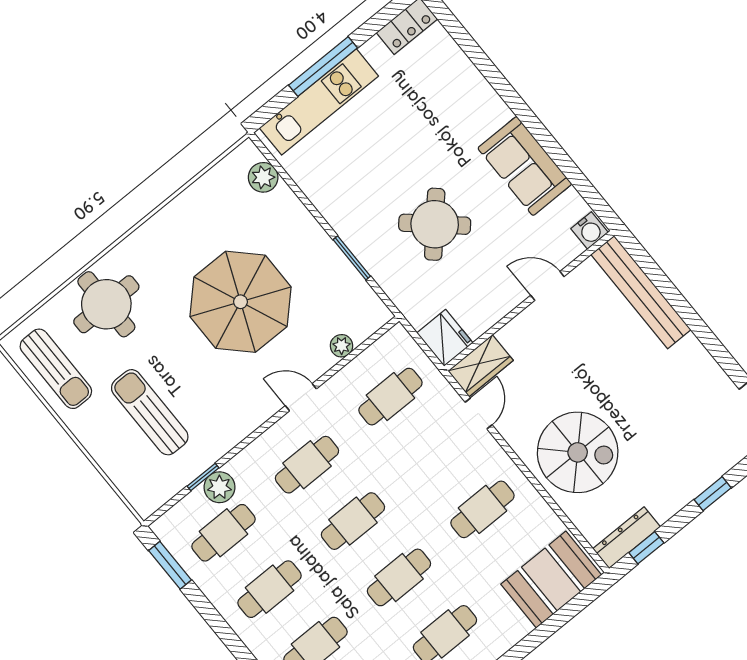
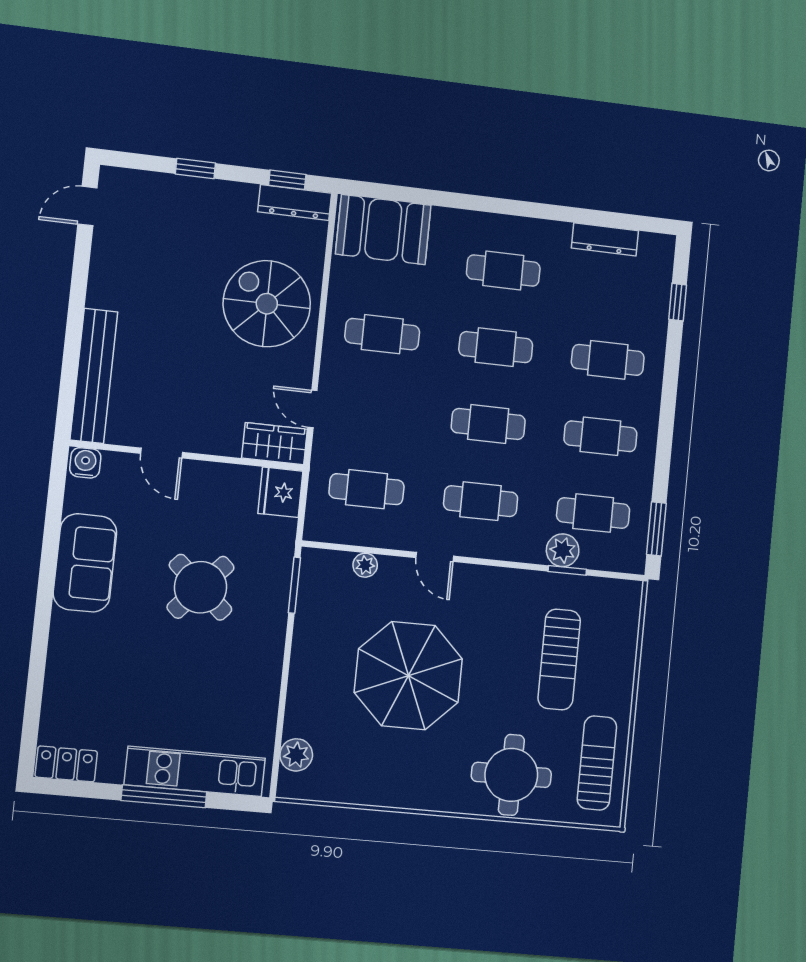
window: (352, 258) -> (294, 585), moved
door: (479, 413) -> (312, 409), hinge flipped

